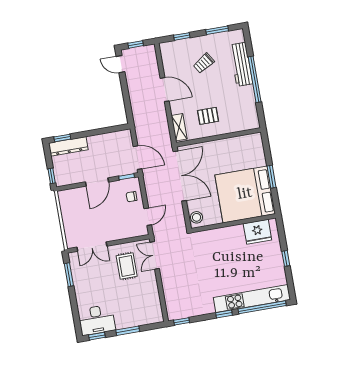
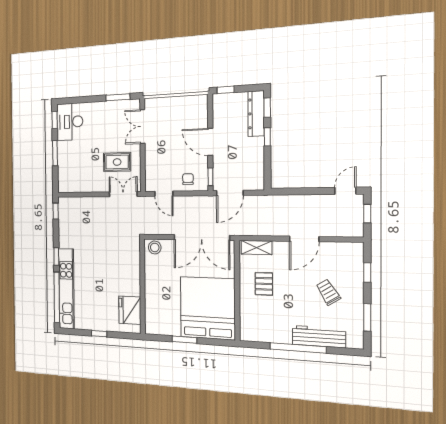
window: (86, 134) -> (267, 137), added
bed: (245, 194) -> (208, 308), moved

